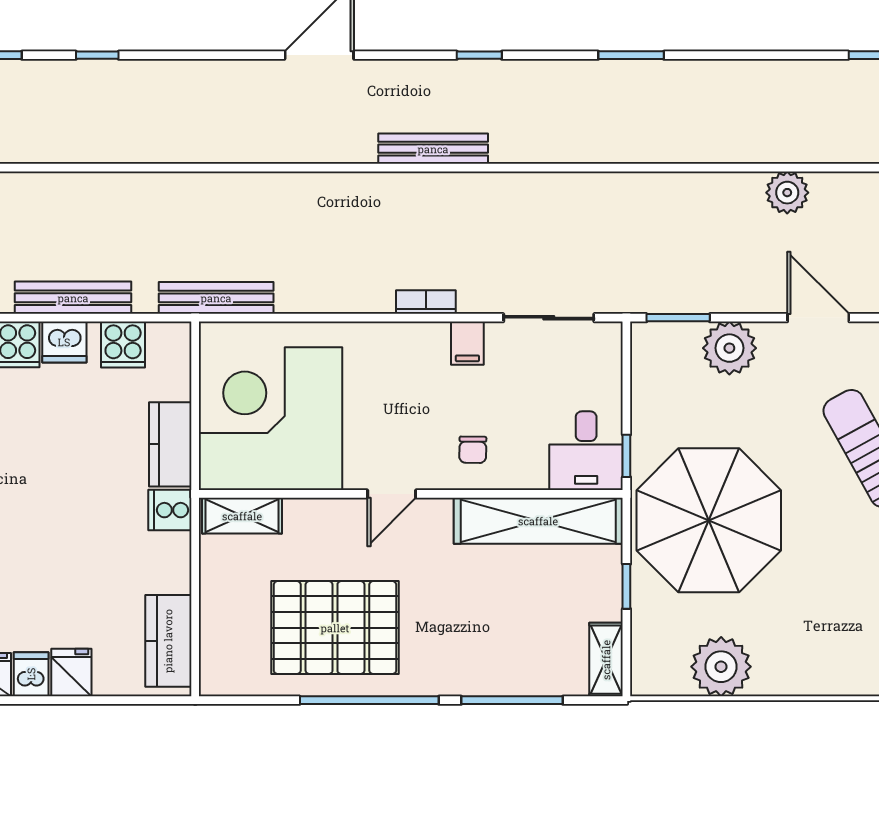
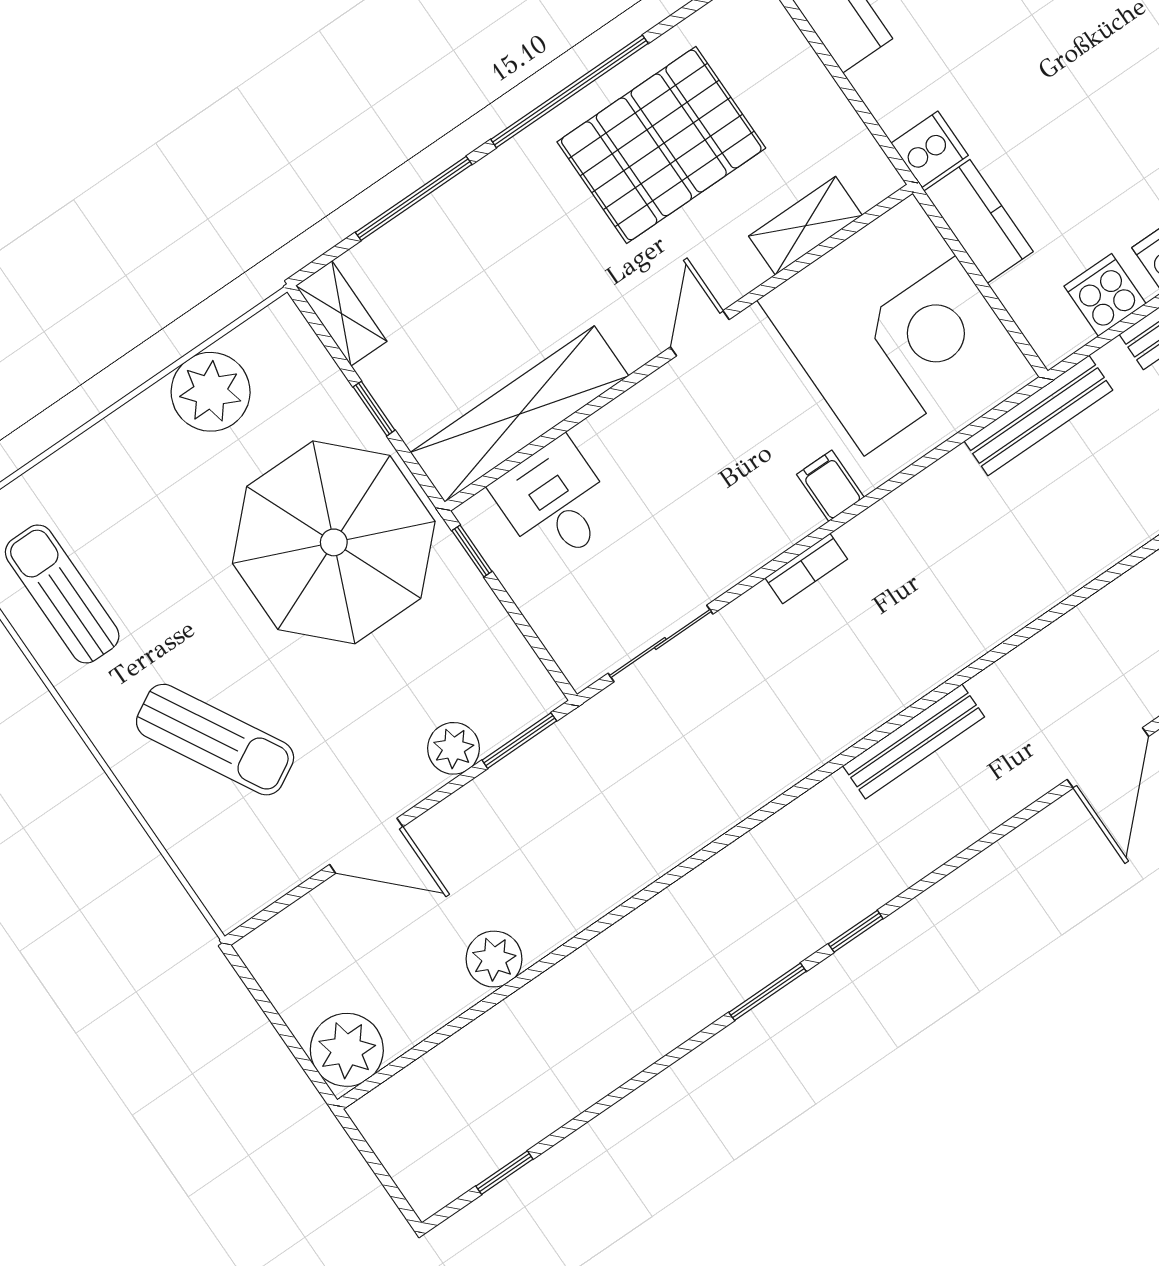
window: (479, 55) -> (856, 931), moved
filing cabinet: (467, 343) -> (830, 486), moved
plant: (729, 348) -> (453, 748), width x0.73, depth x0.73
chair: (473, 450) -> (644, 442), removed
desk: (586, 451) -> (555, 502), moved
shelving: (242, 516) -> (805, 226), moved

